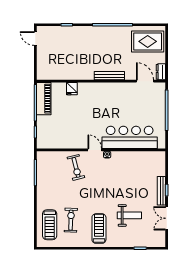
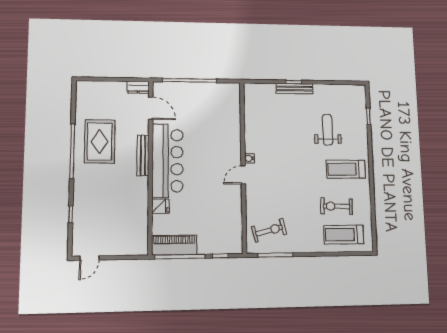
rug: (148, 41) -> (100, 142), moved
door: (145, 81) -> (151, 108), swing flipped
bar counter: (130, 137) -> (167, 161), moved, turned 180
exercise bike: (76, 167) -> (269, 230), moved
double door: (167, 218) -> (329, 82), removed
treadmill: (50, 225) -> (344, 235), turned 180

